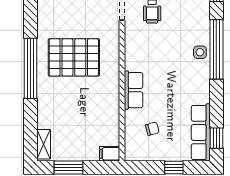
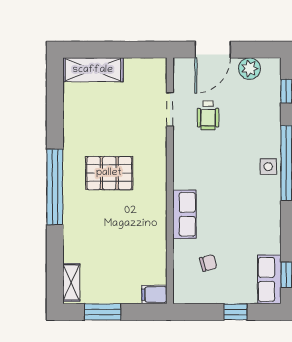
pallet: (74, 57) -> (109, 173), width x0.73, depth x0.71
row of seats: (201, 132) -> (269, 279), width x0.68

